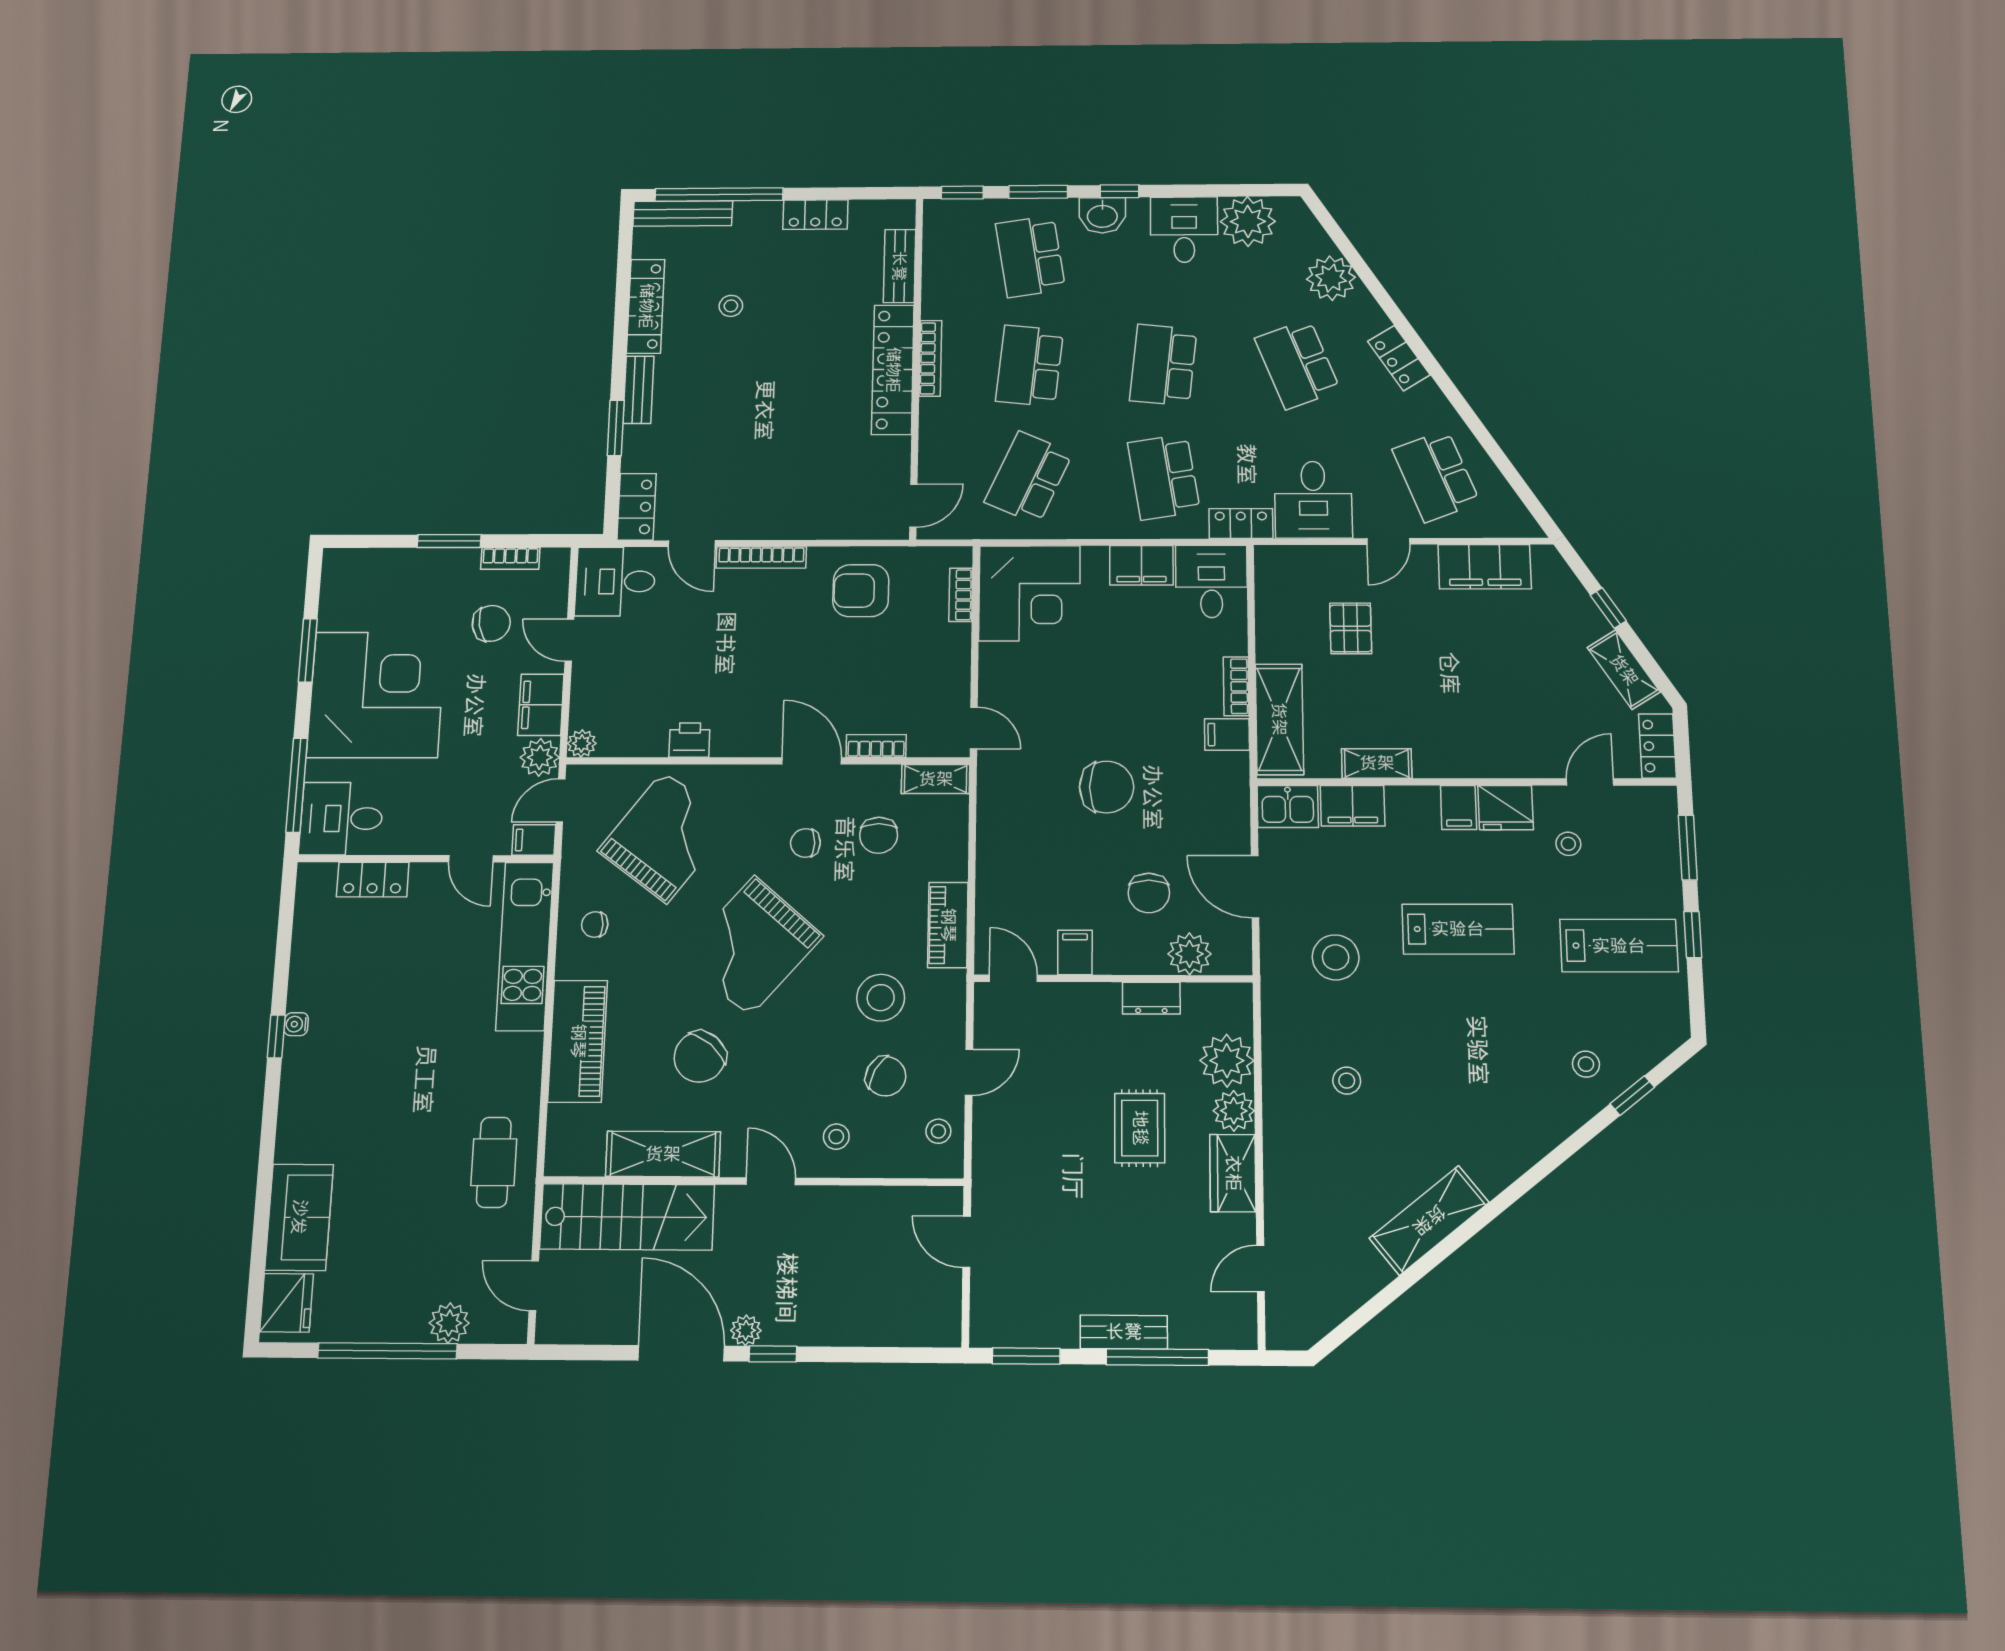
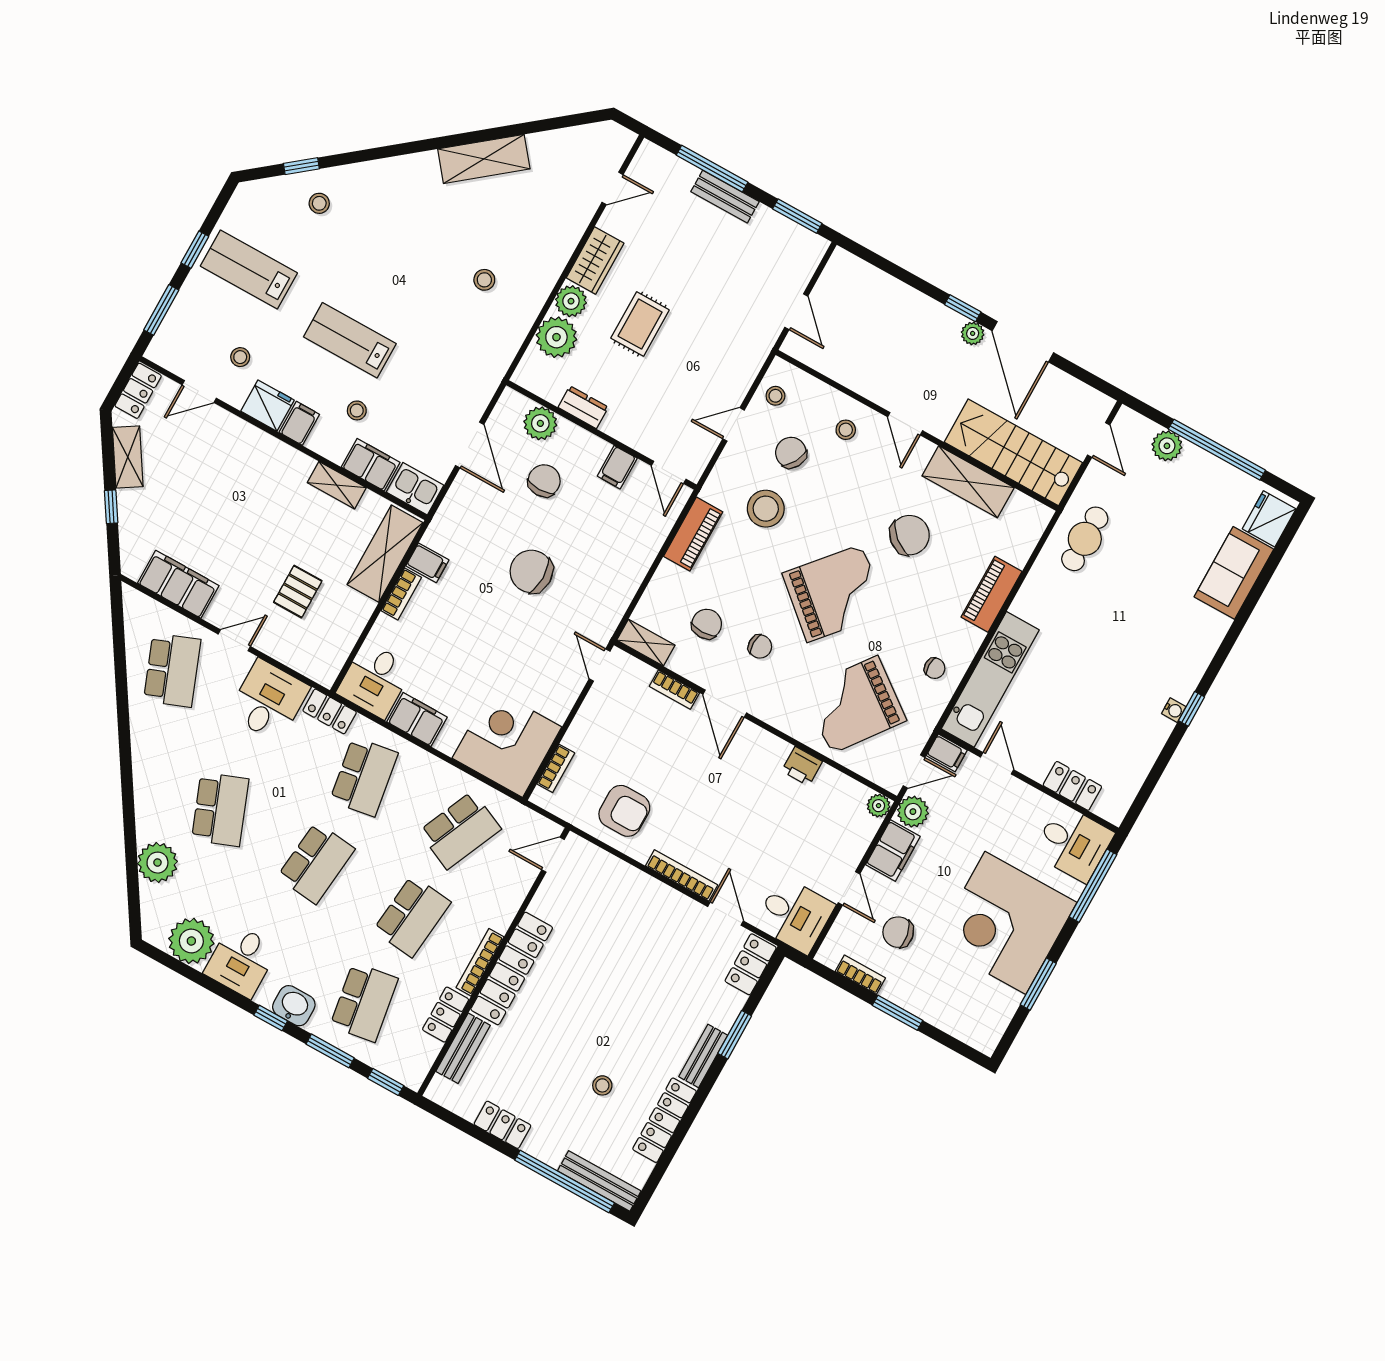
locker: (1399, 358) -> (446, 1015), moved, turned -148
stool: (1336, 957) -> (357, 410), moved, width x0.53, depth x0.53
piano: (578, 1041) -> (992, 594), width x0.73, depth x0.75

